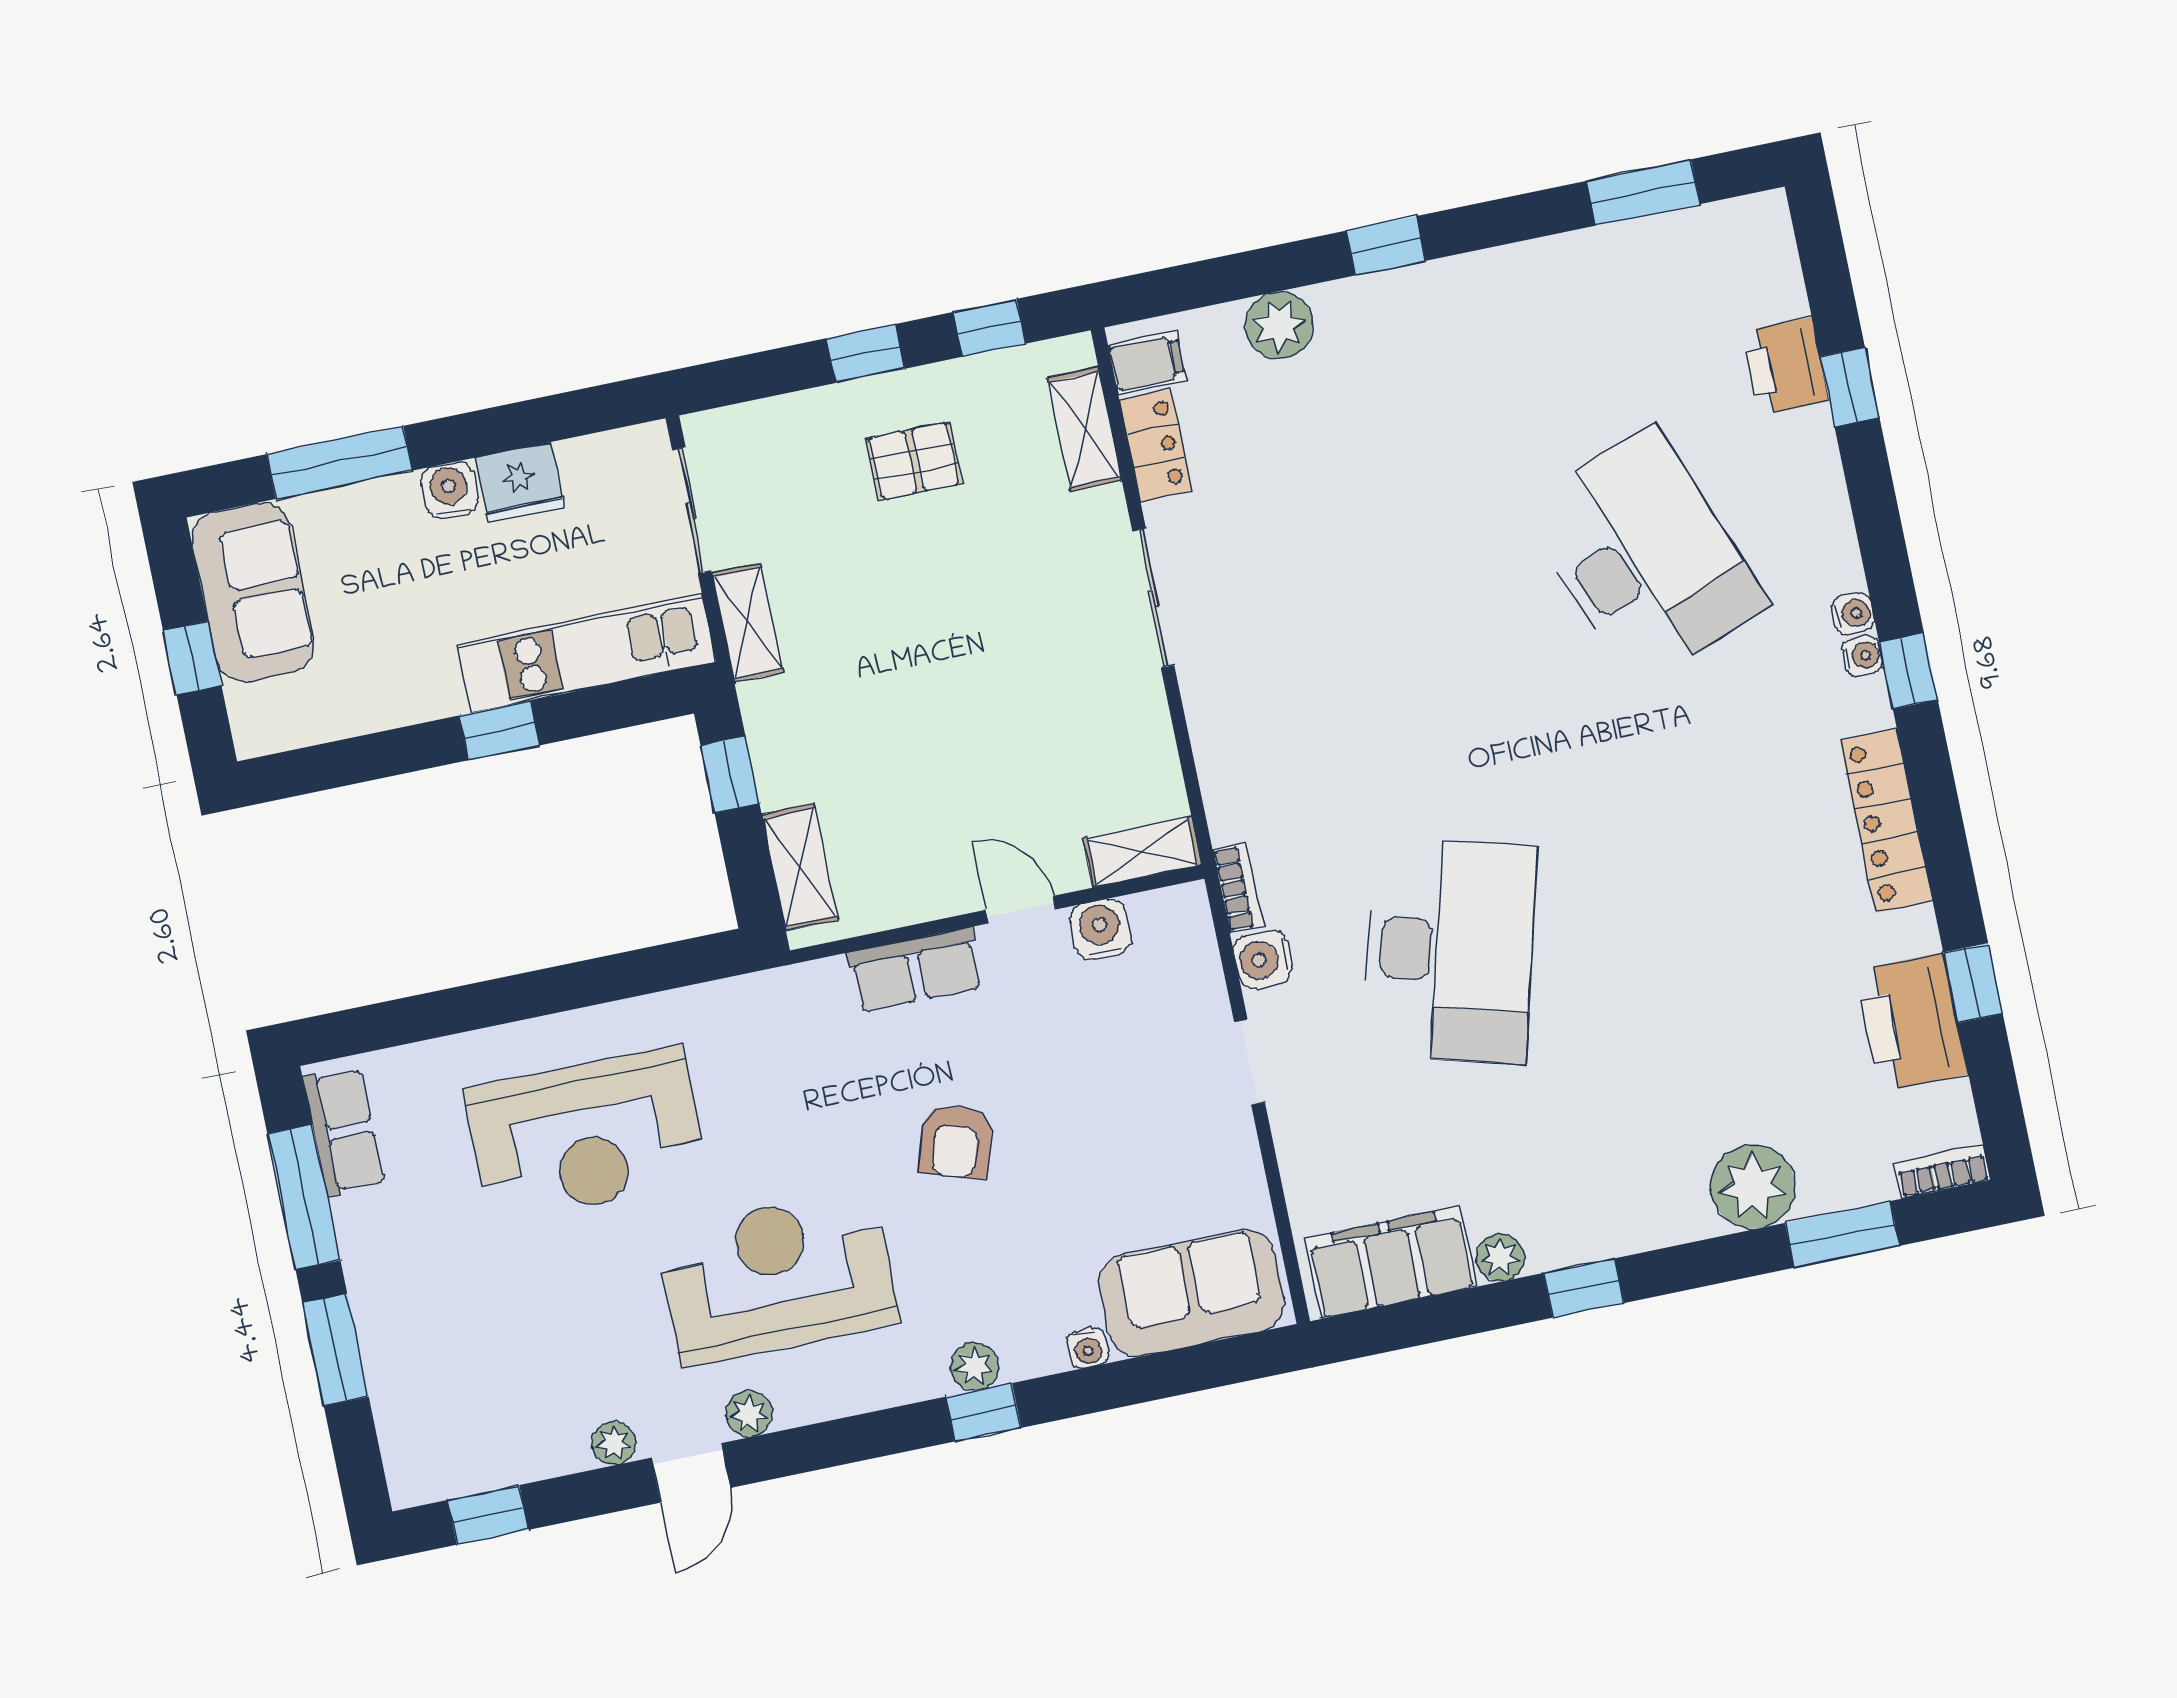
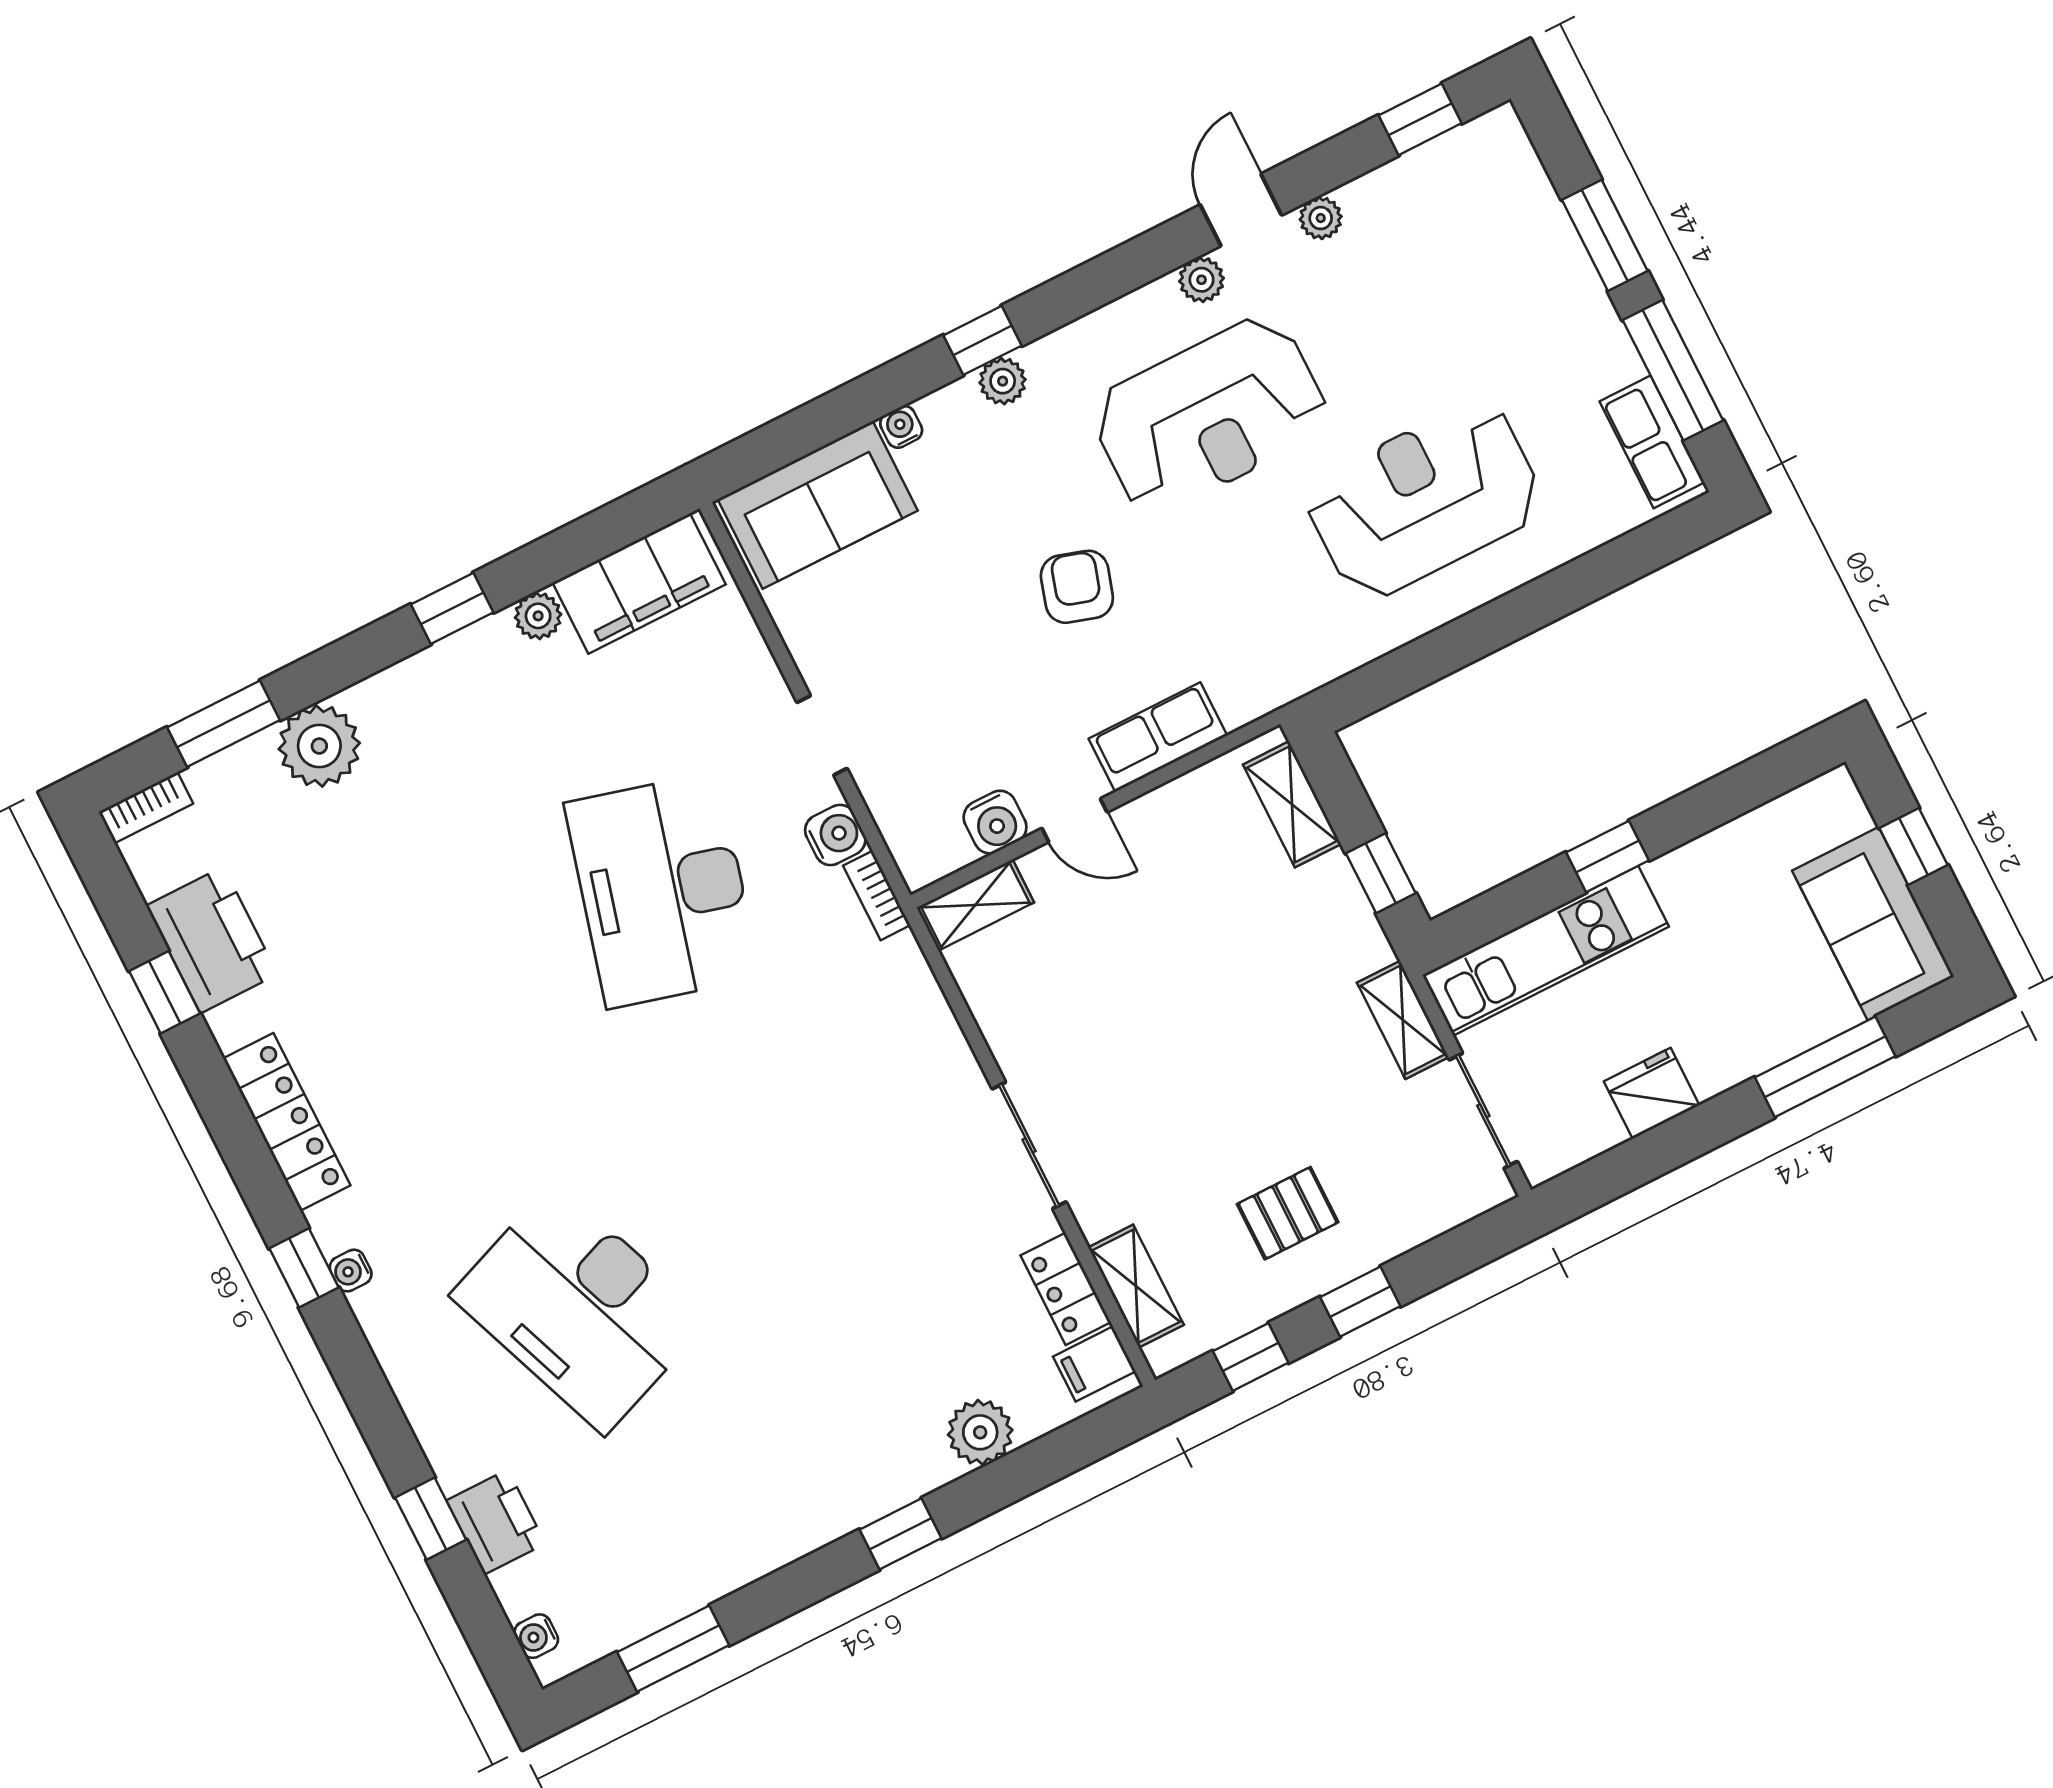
water cooler: (450, 490) -> (1715, 1069), removed
water cooler: (1853, 614) -> (536, 1636), moved

